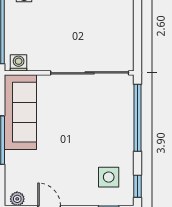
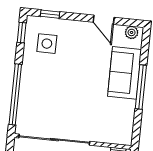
sofa: (20, 112) -> (124, 73), moved, width x0.73

